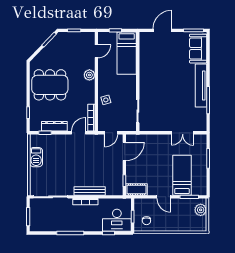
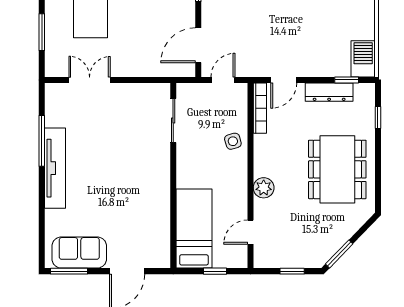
sofa: (198, 49) -> (79, 253), moved, turned -90
dining table: (50, 85) -> (337, 169), turned 90
barbecue: (36, 157) -> (363, 59), moved

